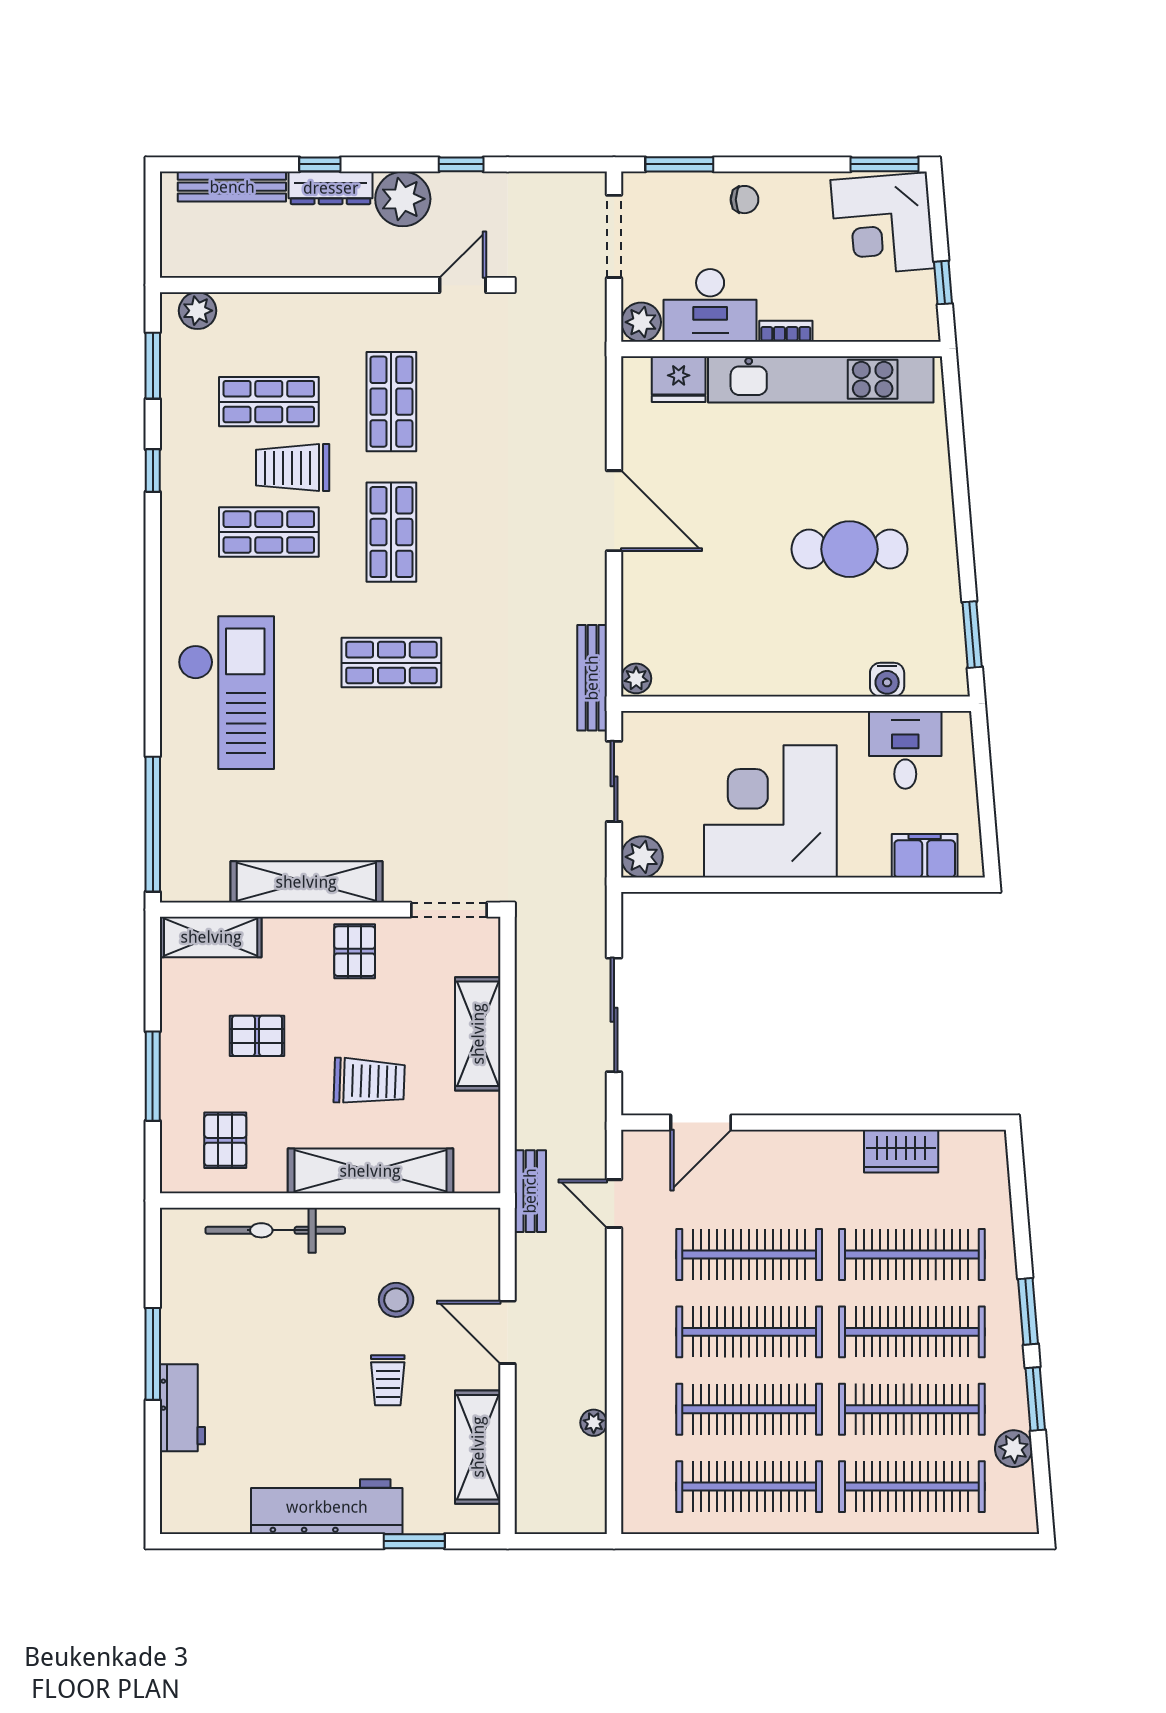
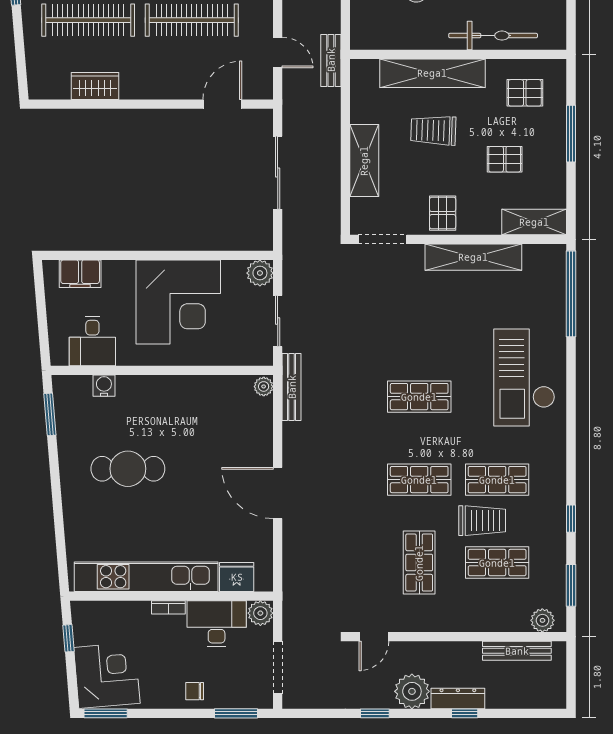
bench: (232, 187) -> (517, 651), moved
shop shelf: (391, 532) -> (419, 480), turned 90
pallet: (225, 1140) -> (525, 93), turned 90

